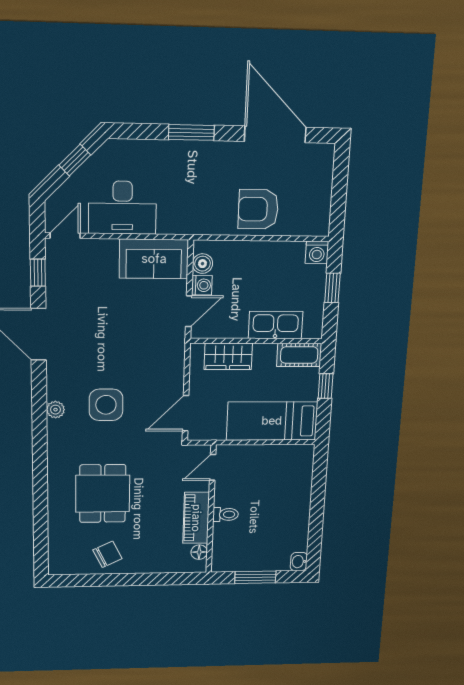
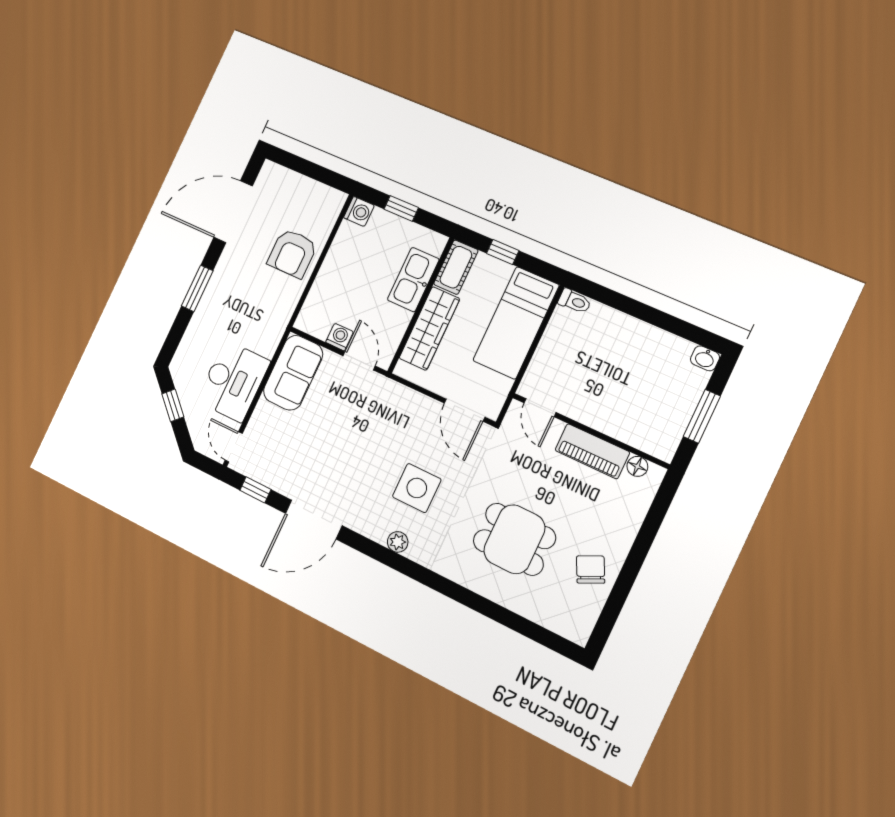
boiler: (202, 264) -> (319, 328), removed
wardrobe: (228, 356) -> (429, 328), width x1.50
toilet: (226, 514) -> (575, 301), moved, turned 90

